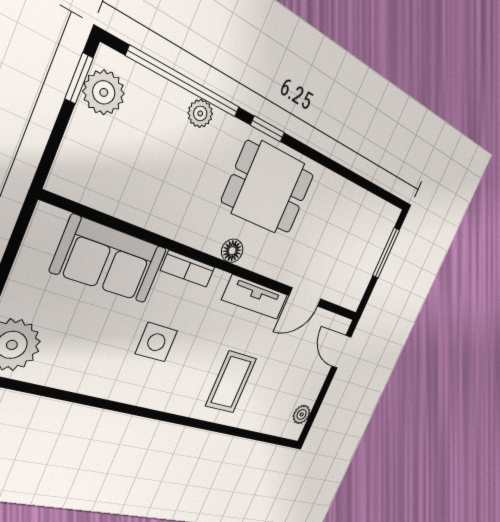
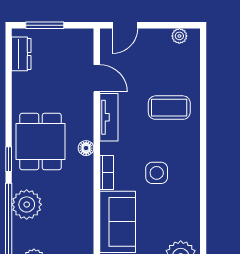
plant: (200, 113) -> (27, 204), width x1.88, depth x1.88
dresser: (373, 209) -> (21, 54), added

